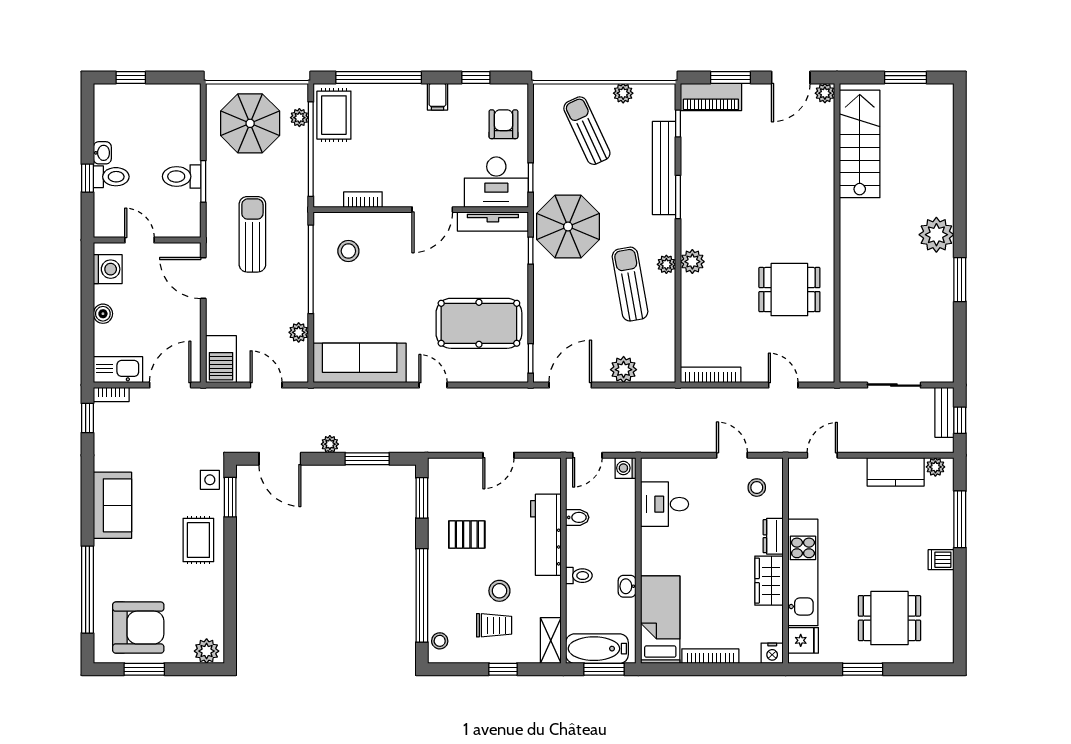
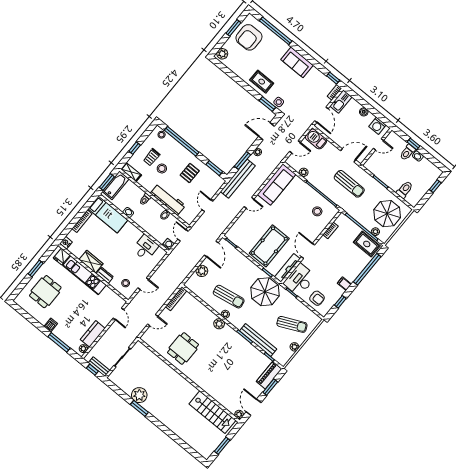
toilet: (182, 176) -> (405, 190), moved
plant: (936, 235) -> (139, 395), moved
pool table: (479, 323) -> (269, 246), moved
bench: (406, 441) -> (238, 179), added

